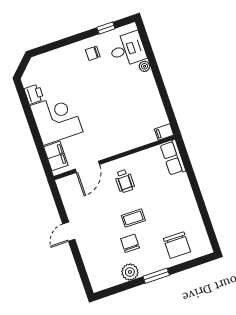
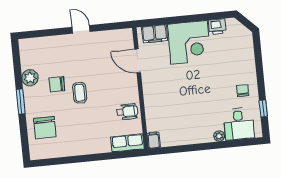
wheelchair: (125, 181) -> (127, 111), moved, turned 180
chair: (130, 243) -> (57, 84), turned 180
chair: (177, 245) -> (45, 128), turned -90

